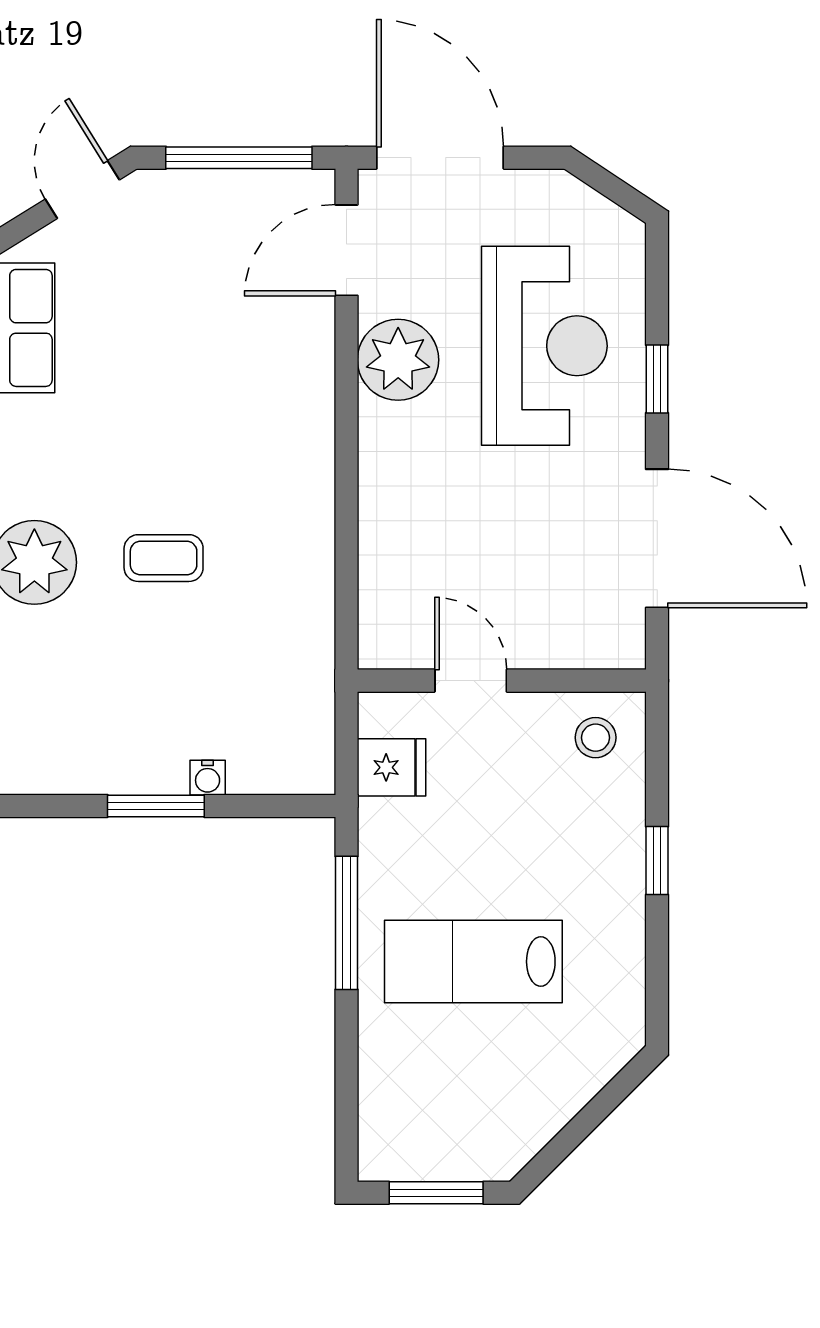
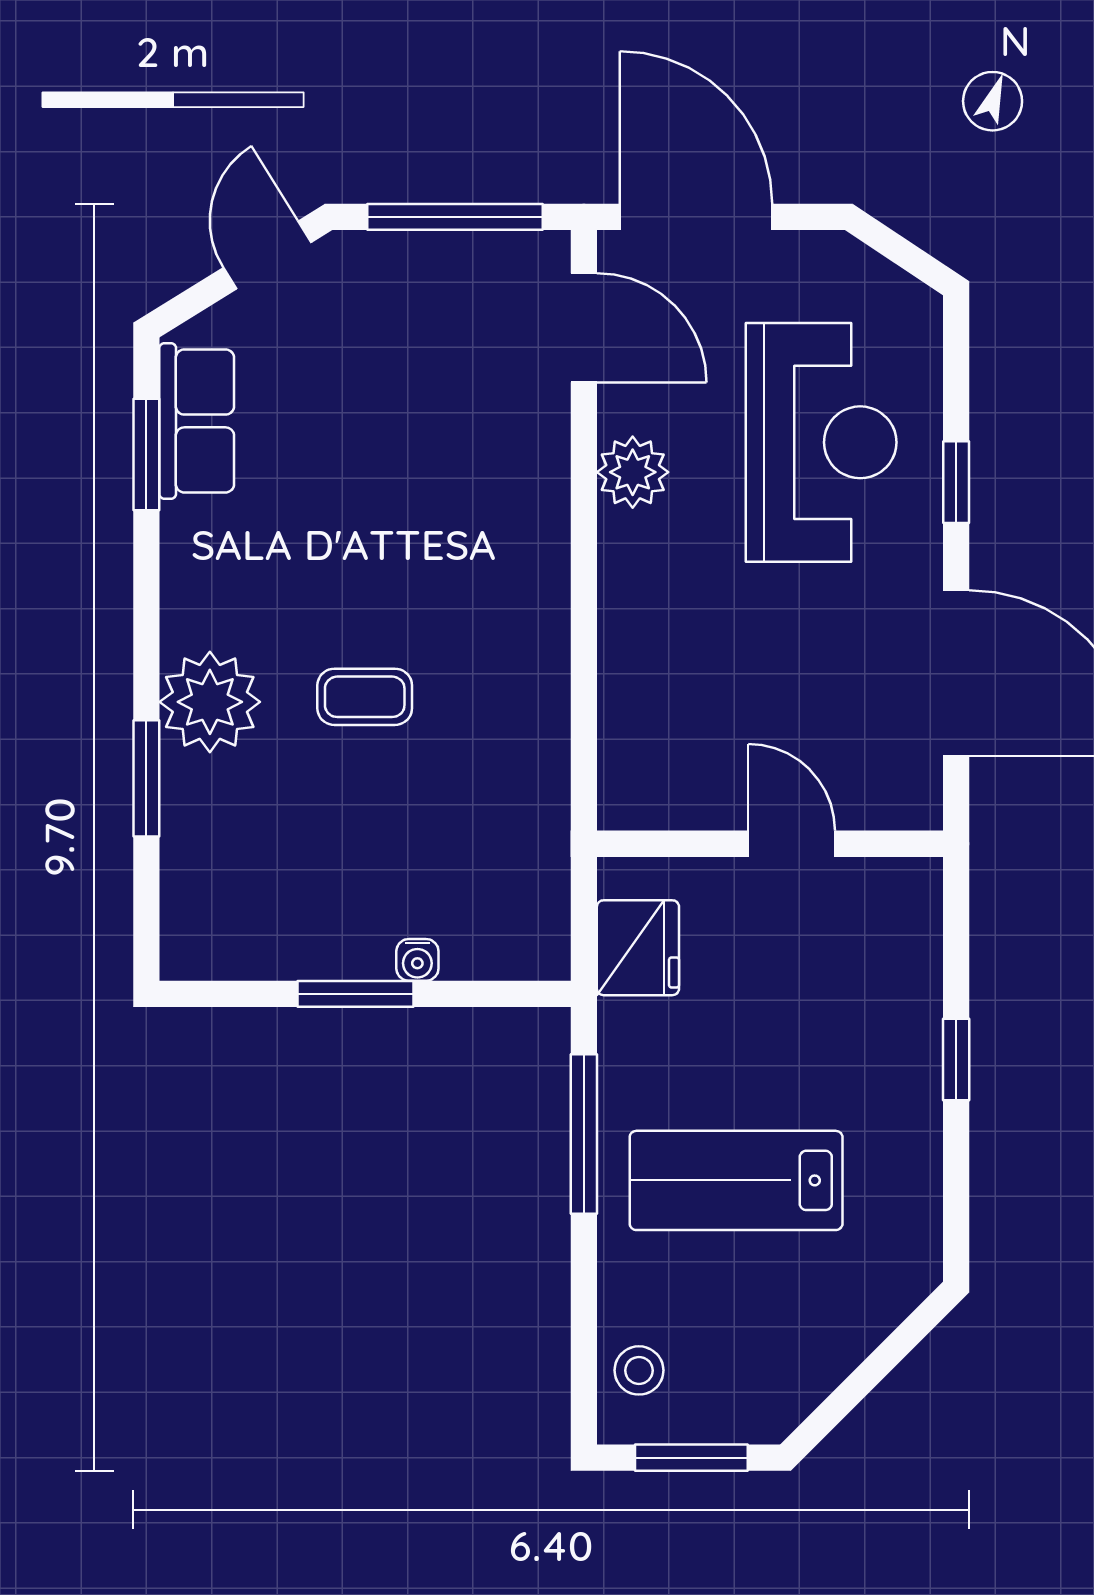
door: (346, 250) -> (584, 328), swing flipped
plant: (398, 360) -> (633, 472), width x0.73, depth x0.73
door: (471, 681) -> (792, 844), moved
stool: (596, 738) -> (639, 1370), moved
fridge: (392, 767) -> (638, 948), width x1.38

